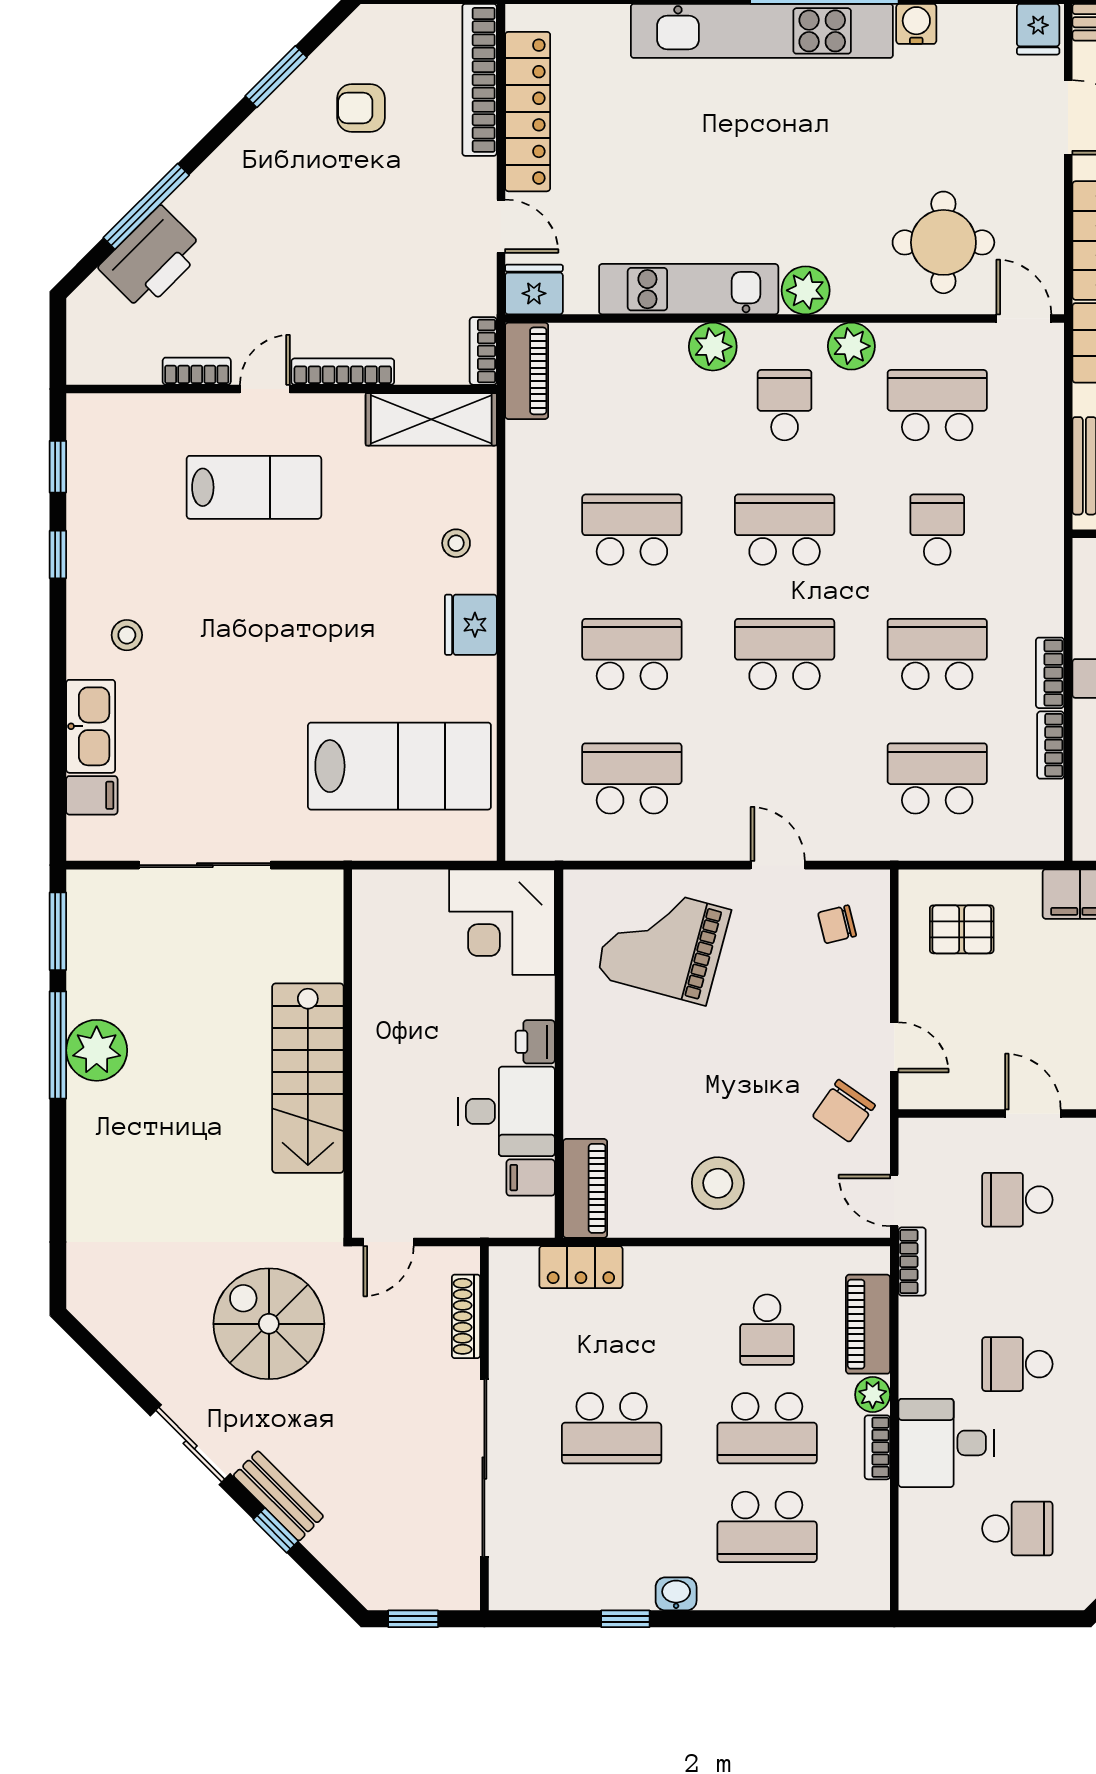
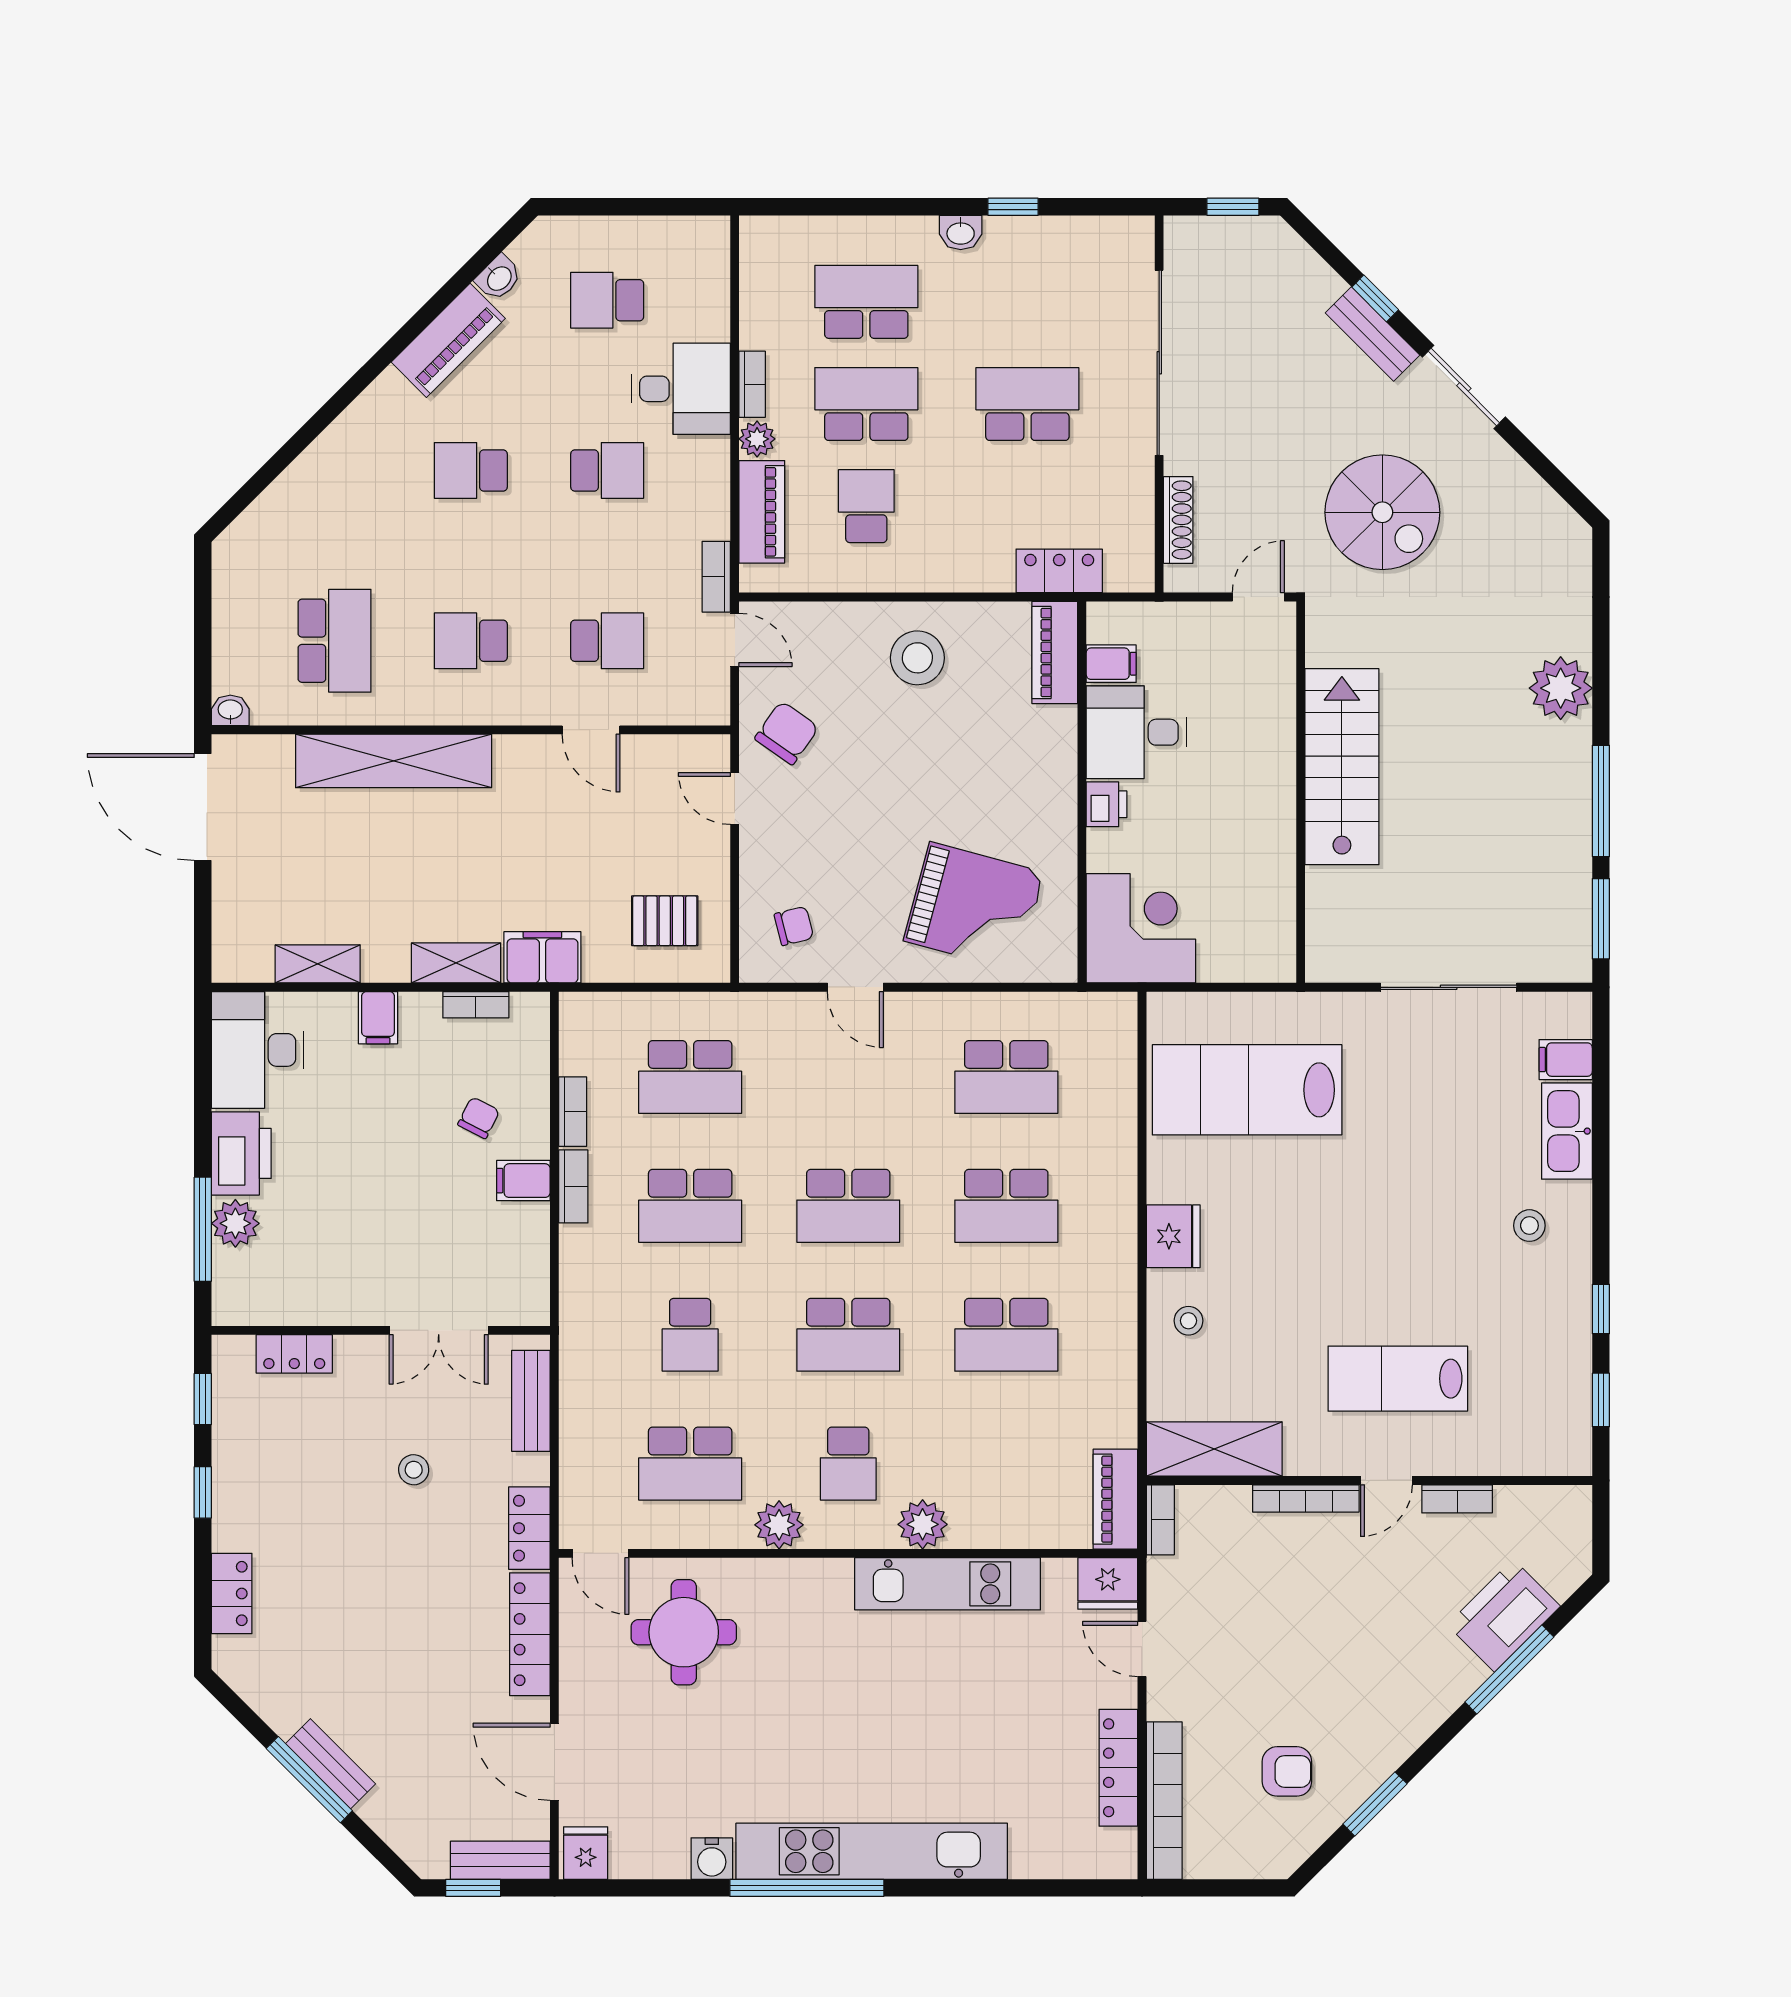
locker: (528, 112) -> (1118, 1768), width x0.71, depth x0.83
plant: (806, 290) -> (826, 1583), removed
plant: (97, 1050) -> (1561, 688), moved

